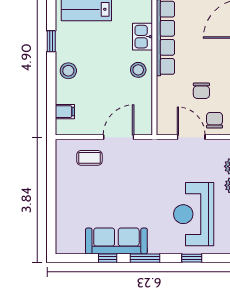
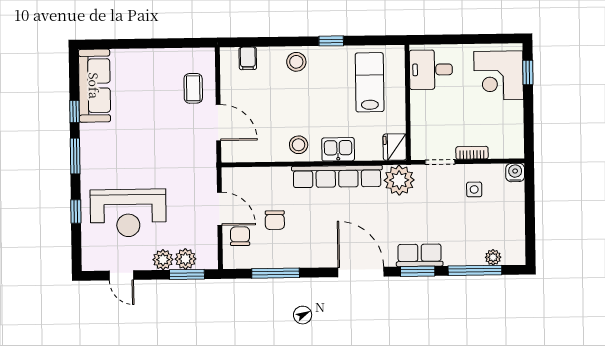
chair: (201, 91) -> (275, 220), turned -90
chair: (215, 120) -> (240, 236), turned -90
door: (191, 137) -> (220, 209), hinge flipped
reception desk: (194, 214) -> (128, 213), turned 180
sofa: (116, 241) -> (94, 86), moved

